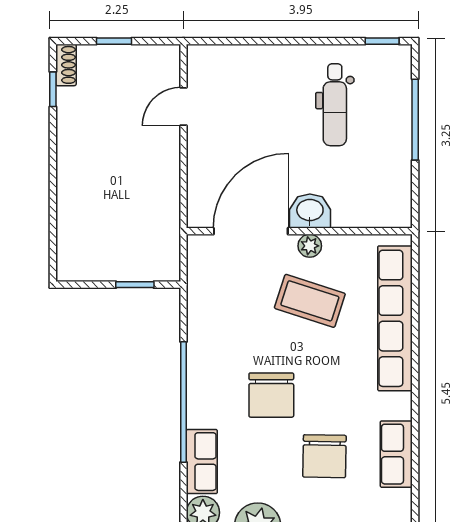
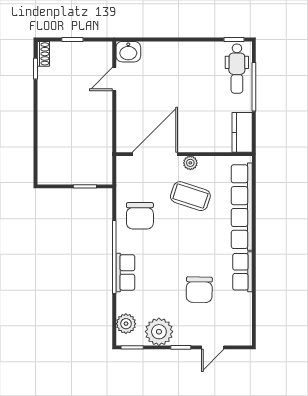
dental chair: (335, 105) -> (237, 69), moved
kitchen counter: (396, 195) -> (242, 132), added
washbasin: (310, 211) -> (128, 52), moved, turned 180
chair: (271, 395) -> (140, 216), moved
row of seats: (396, 454) -> (243, 272), moved
row of seats: (202, 462) -> (125, 272), moved

